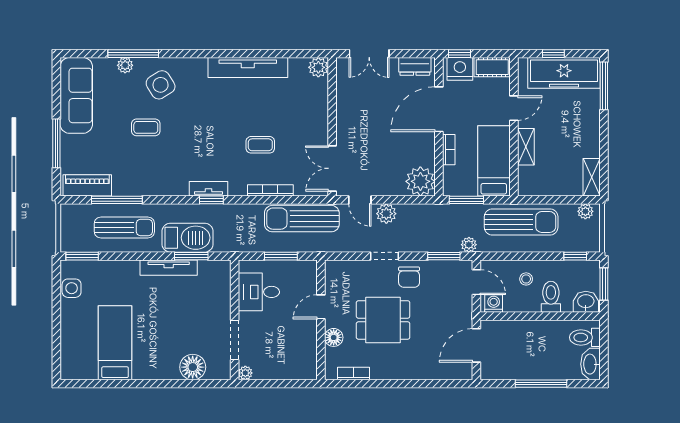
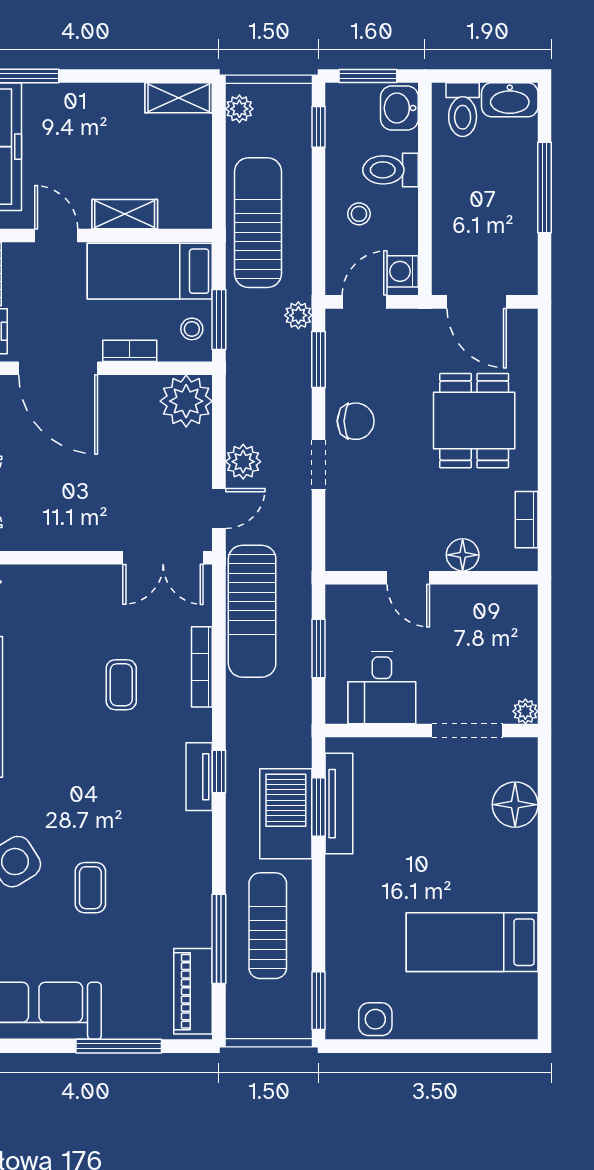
stool: (461, 185) -> (192, 329), added
tv unit: (169, 268) -> (339, 804), moved
dining table: (383, 320) -> (474, 421), moved

